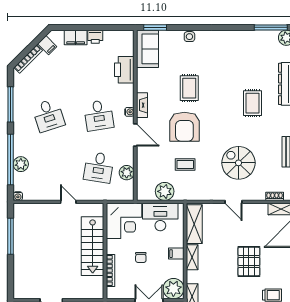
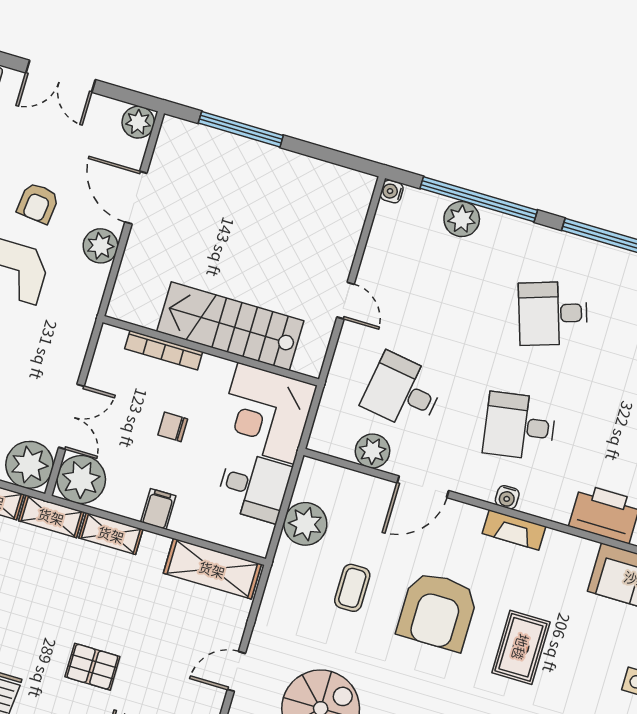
rug: (189, 88) -> (521, 647), turned 90
armchair: (184, 127) -> (437, 611), turned -90
door: (135, 135) -> (423, 487), moved
door: (68, 202) -> (346, 301), hinge flipped
desk: (160, 217) -> (254, 487), width x0.73
window: (11, 236) -> (241, 129), moved
shelving: (192, 257) -> (111, 534), moved
pallet: (249, 261) -> (92, 667), width x0.67, depth x0.71

